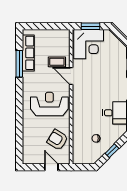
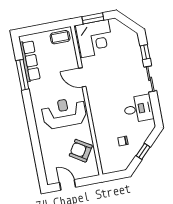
coffee table: (57, 62) -> (60, 37), moved
door: (51, 167) -> (68, 185), moved

